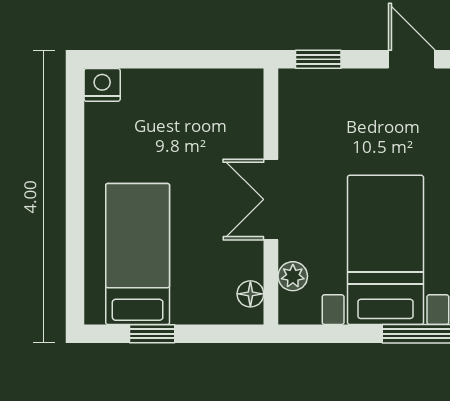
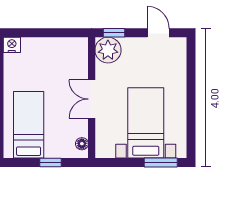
plant: (293, 276) -> (108, 50), moved, width x1.88, depth x1.88
window: (152, 334) -> (51, 163), moved

